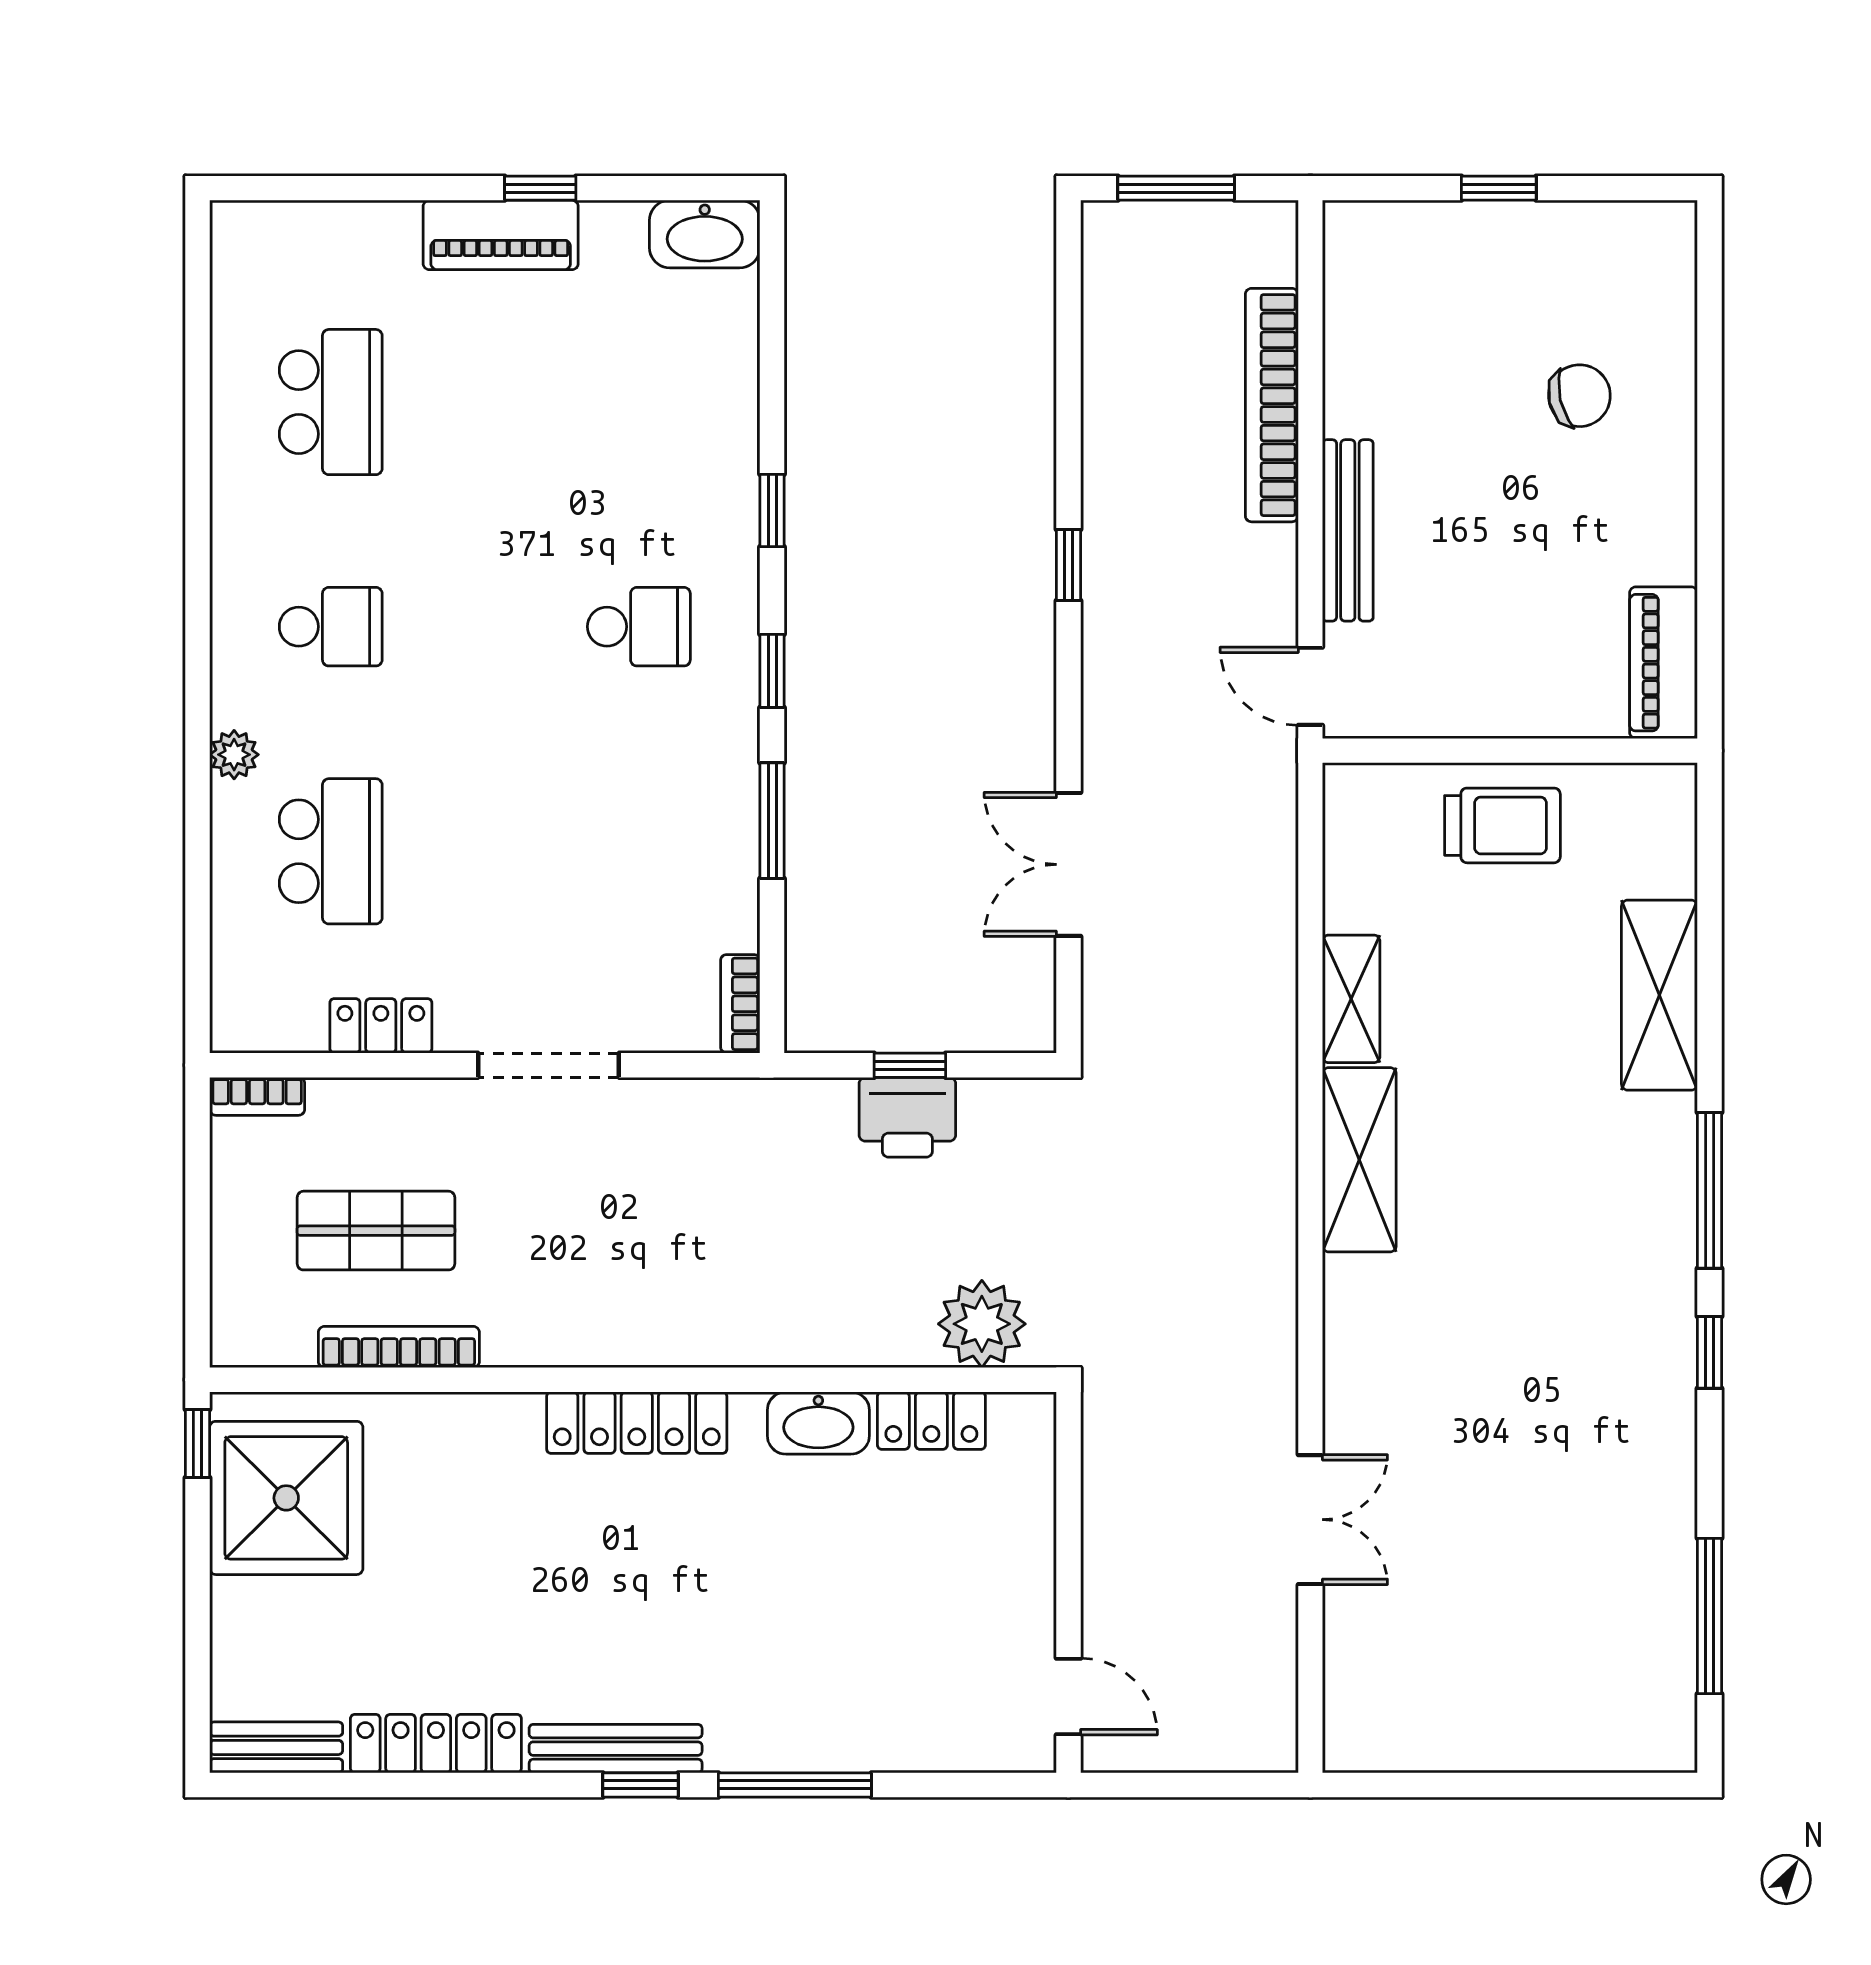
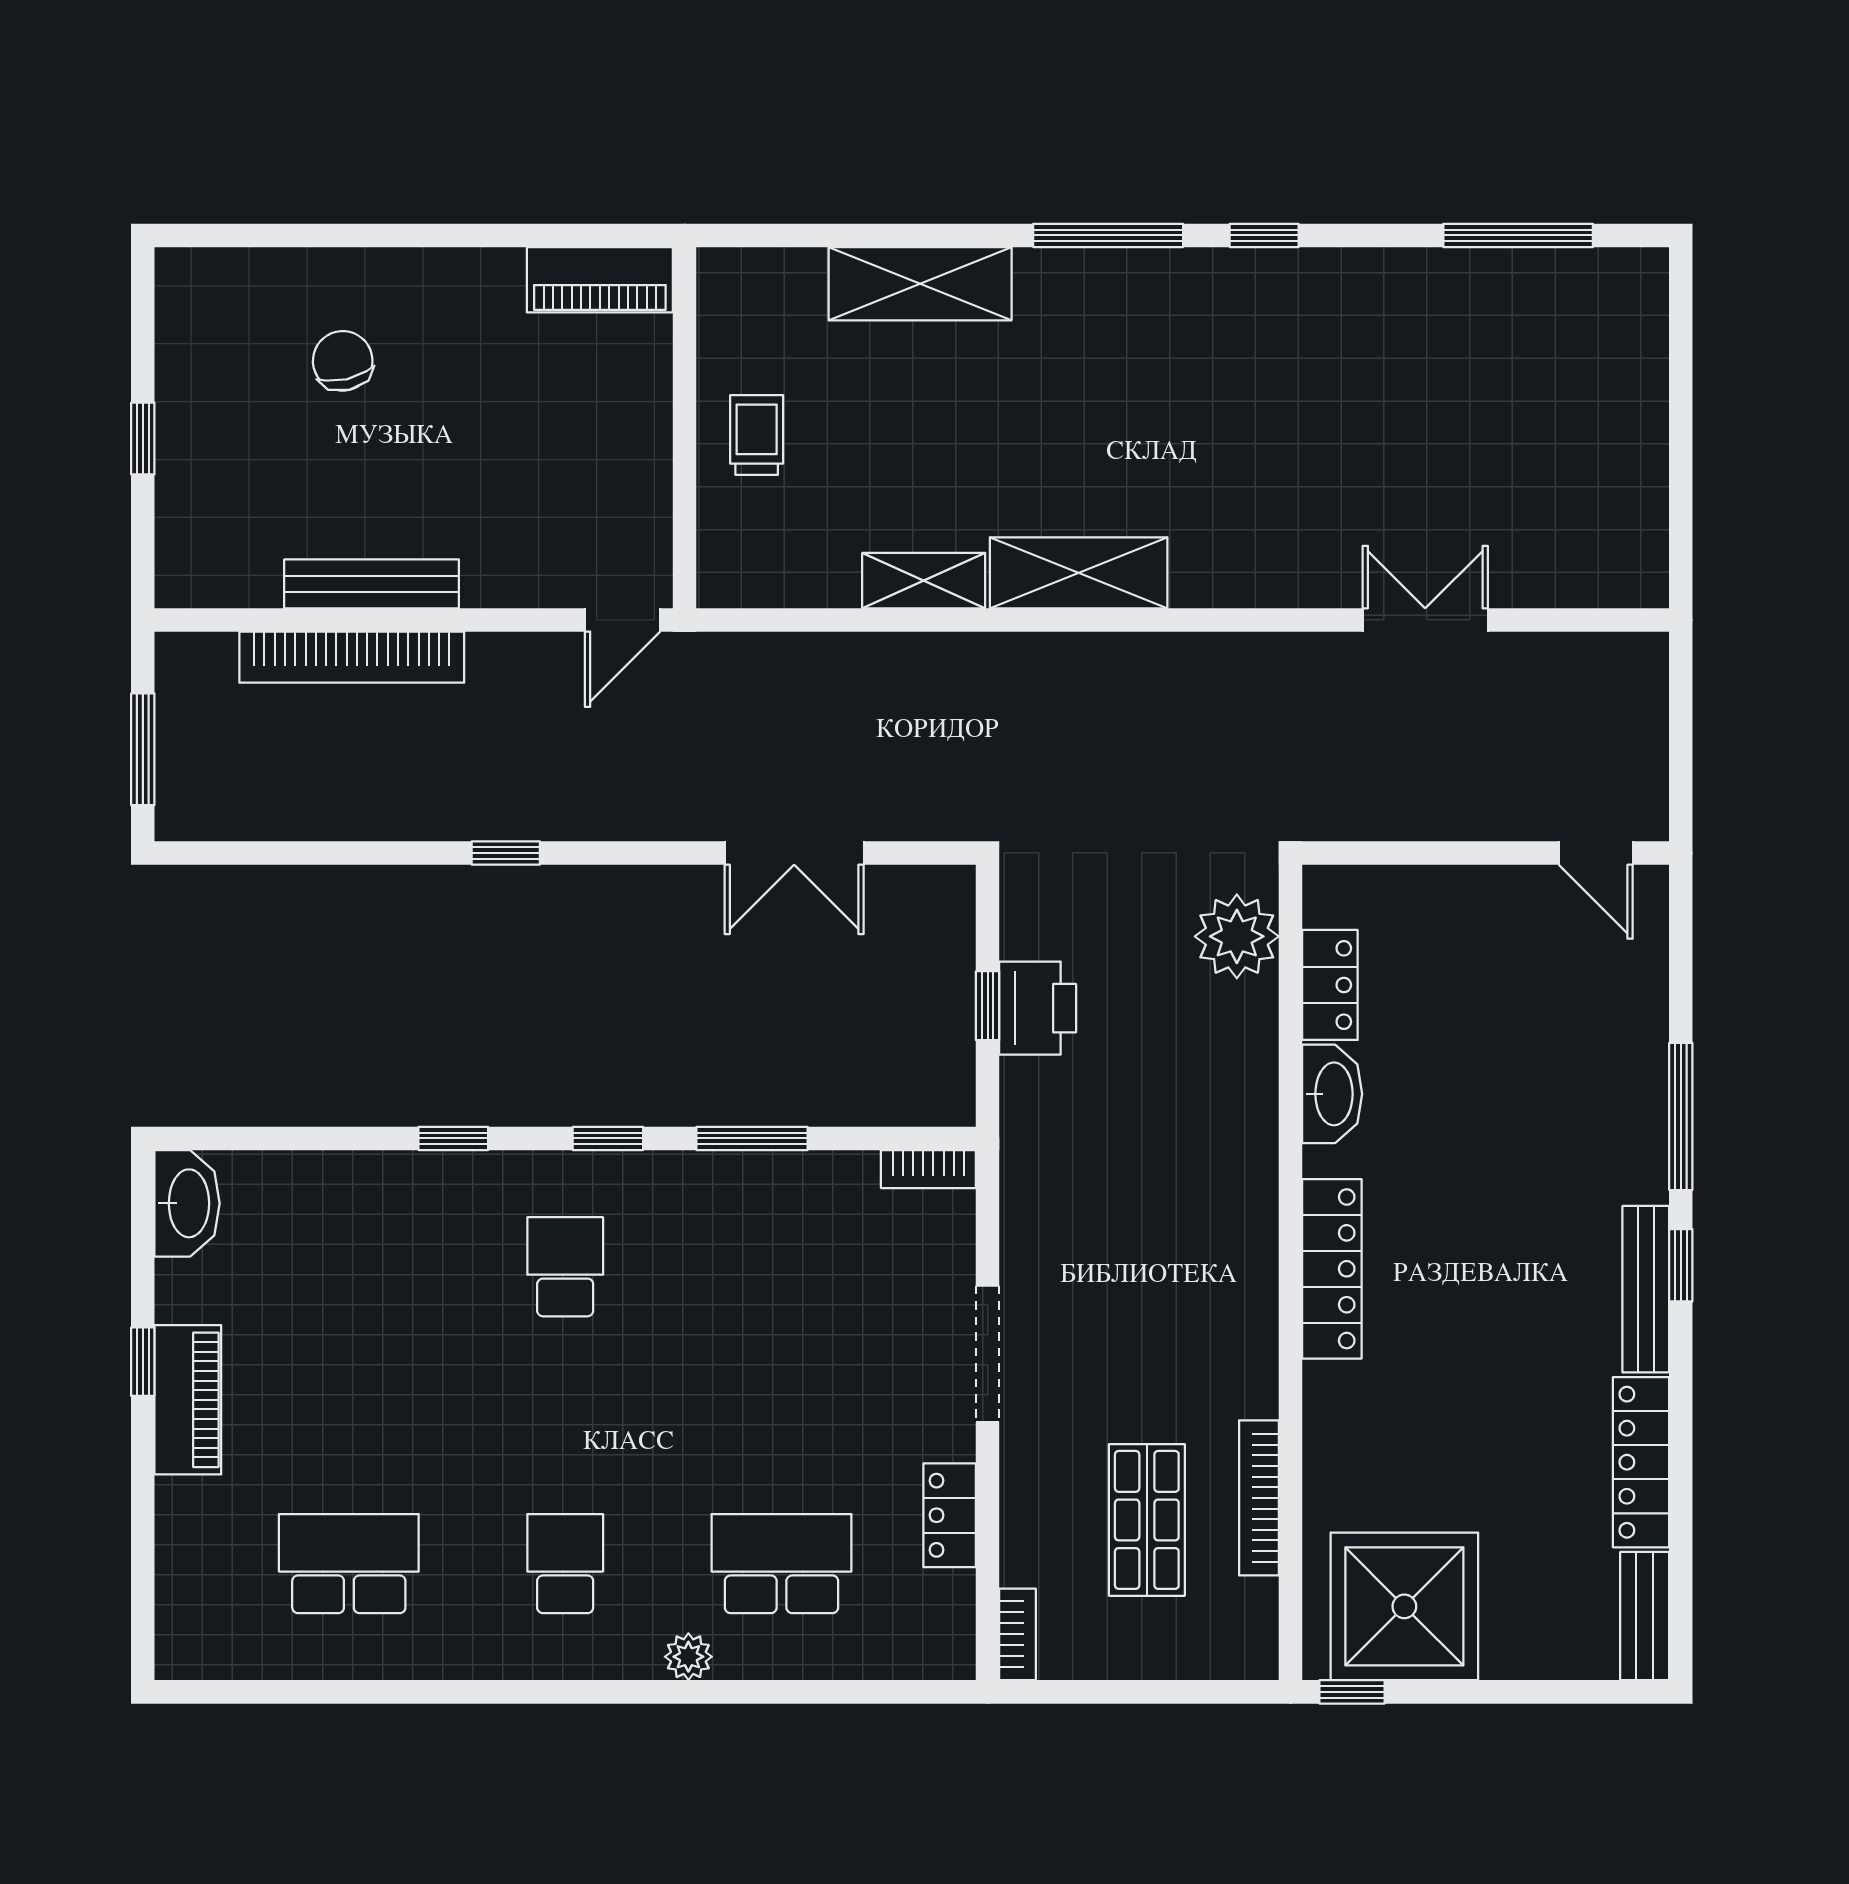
bench: (1348, 530) -> (372, 584), moved
trolley: (1502, 825) -> (757, 435), width x0.73, depth x0.72
door: (1068, 1697) -> (1596, 853), swing flipped

